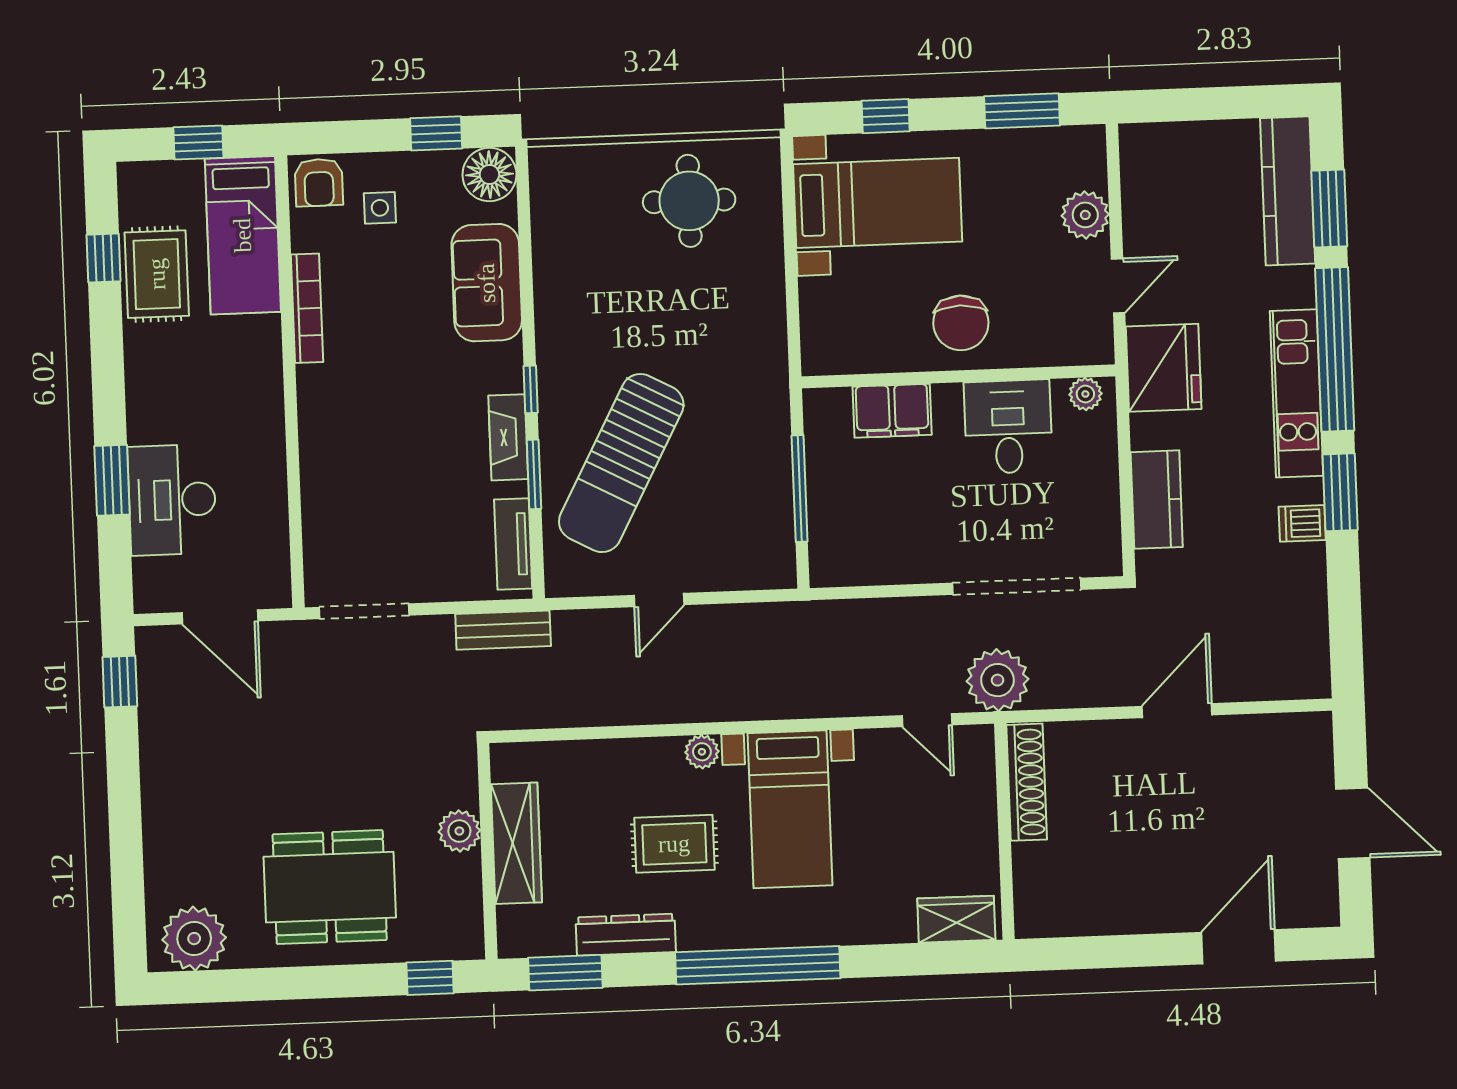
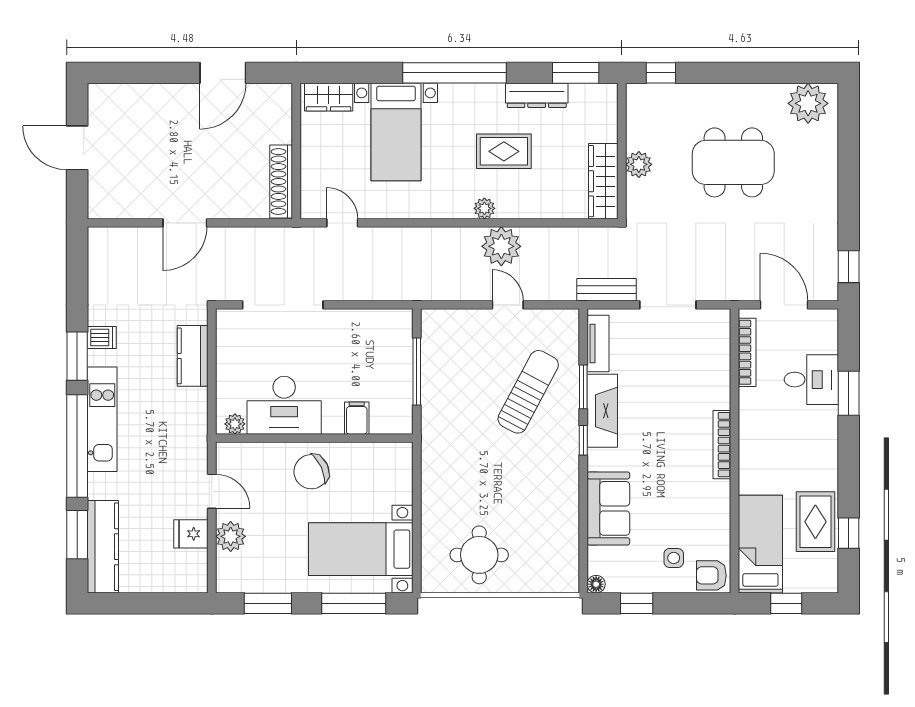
window: (886, 116) -> (354, 603), width x2.17
floor lamp: (489, 175) -> (596, 584), width x0.53, depth x0.53
armchair: (319, 182) -> (711, 575), turned -90
door: (1118, 286) -> (212, 491), swing flipped
bookcase: (307, 308) -> (722, 445), moved
chair: (961, 323) -> (311, 472), turned -115
fridge: (1164, 368) -> (191, 534), moved, width x0.53, depth x0.75
filing cabinet: (892, 411) -> (357, 418), width x0.50
desk: (1008, 427) -> (284, 405), width x1.37
fireplace: (508, 437) -> (602, 411), width x1.37, depth x1.32
sun lounger: (621, 463) -> (528, 392), width x0.73, depth x0.75
desk: (172, 500) -> (811, 380), width x0.73
bookcase: (276, 539) -> (747, 352), added
door: (659, 600) -> (508, 305), hinge flipped
doorway: (364, 611) -> (668, 305), moved
plant: (997, 680) -> (501, 246), moved
bed with nightstands: (790, 809) -> (396, 132), moved, turned 180
wardrobe: (516, 843) -> (603, 181), moved
dining table: (330, 887) -> (733, 162), moved
door: (1239, 947) -> (223, 73), moved

